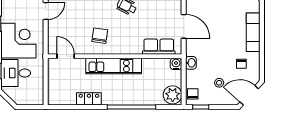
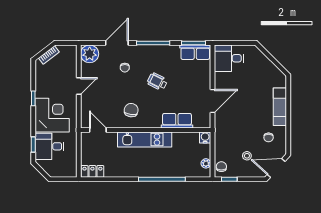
door: (184, 26) -> (213, 101), hinge flipped
row of seats: (159, 47) -> (177, 121), moved
washbasin: (191, 63) -> (220, 136), removed
plant: (173, 95) -> (206, 163), width x0.53, depth x0.53
locker: (89, 99) -> (92, 171), moved

